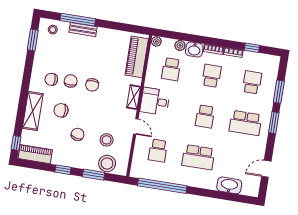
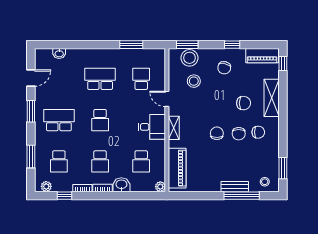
plant: (180, 45) -> (46, 186), moved
school desk: (171, 69) -> (141, 161), turned 180
school desk: (205, 116) -> (100, 120), turned 180
window: (274, 123) -> (31, 111), moved
chair: (78, 134) -> (224, 68), moved
window: (94, 175) -> (187, 45), moved
washbasin: (229, 185) -> (59, 53), width x0.52, depth x0.69
window: (162, 186) -> (131, 45), width x0.47

